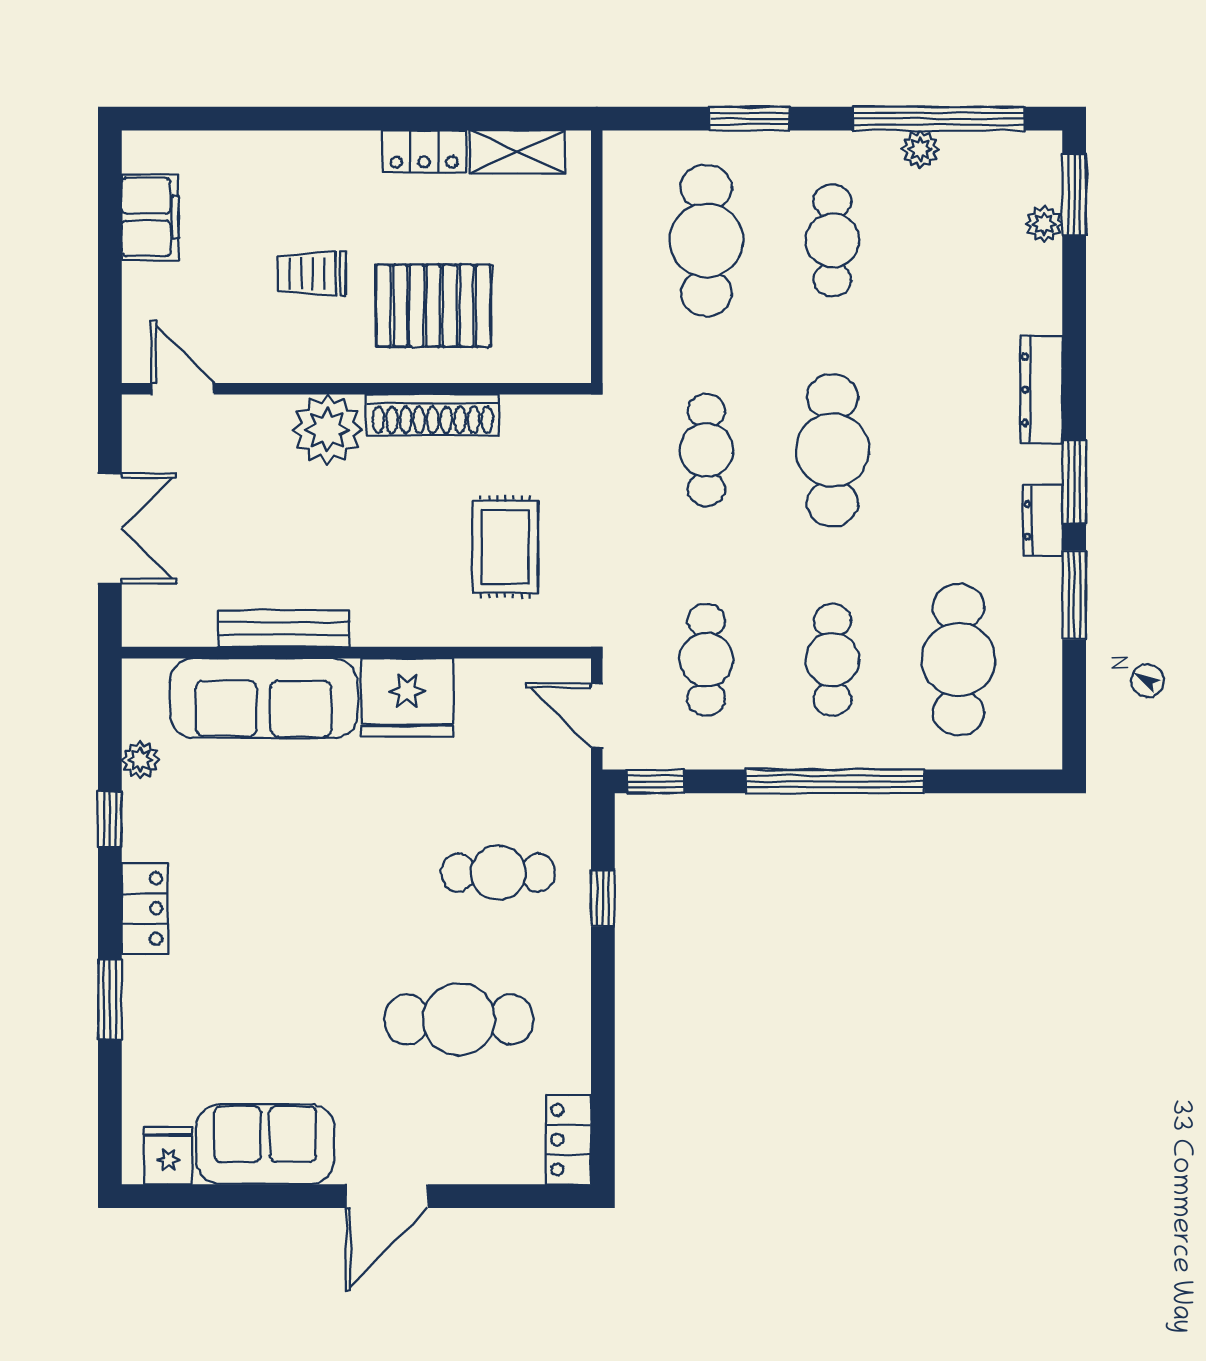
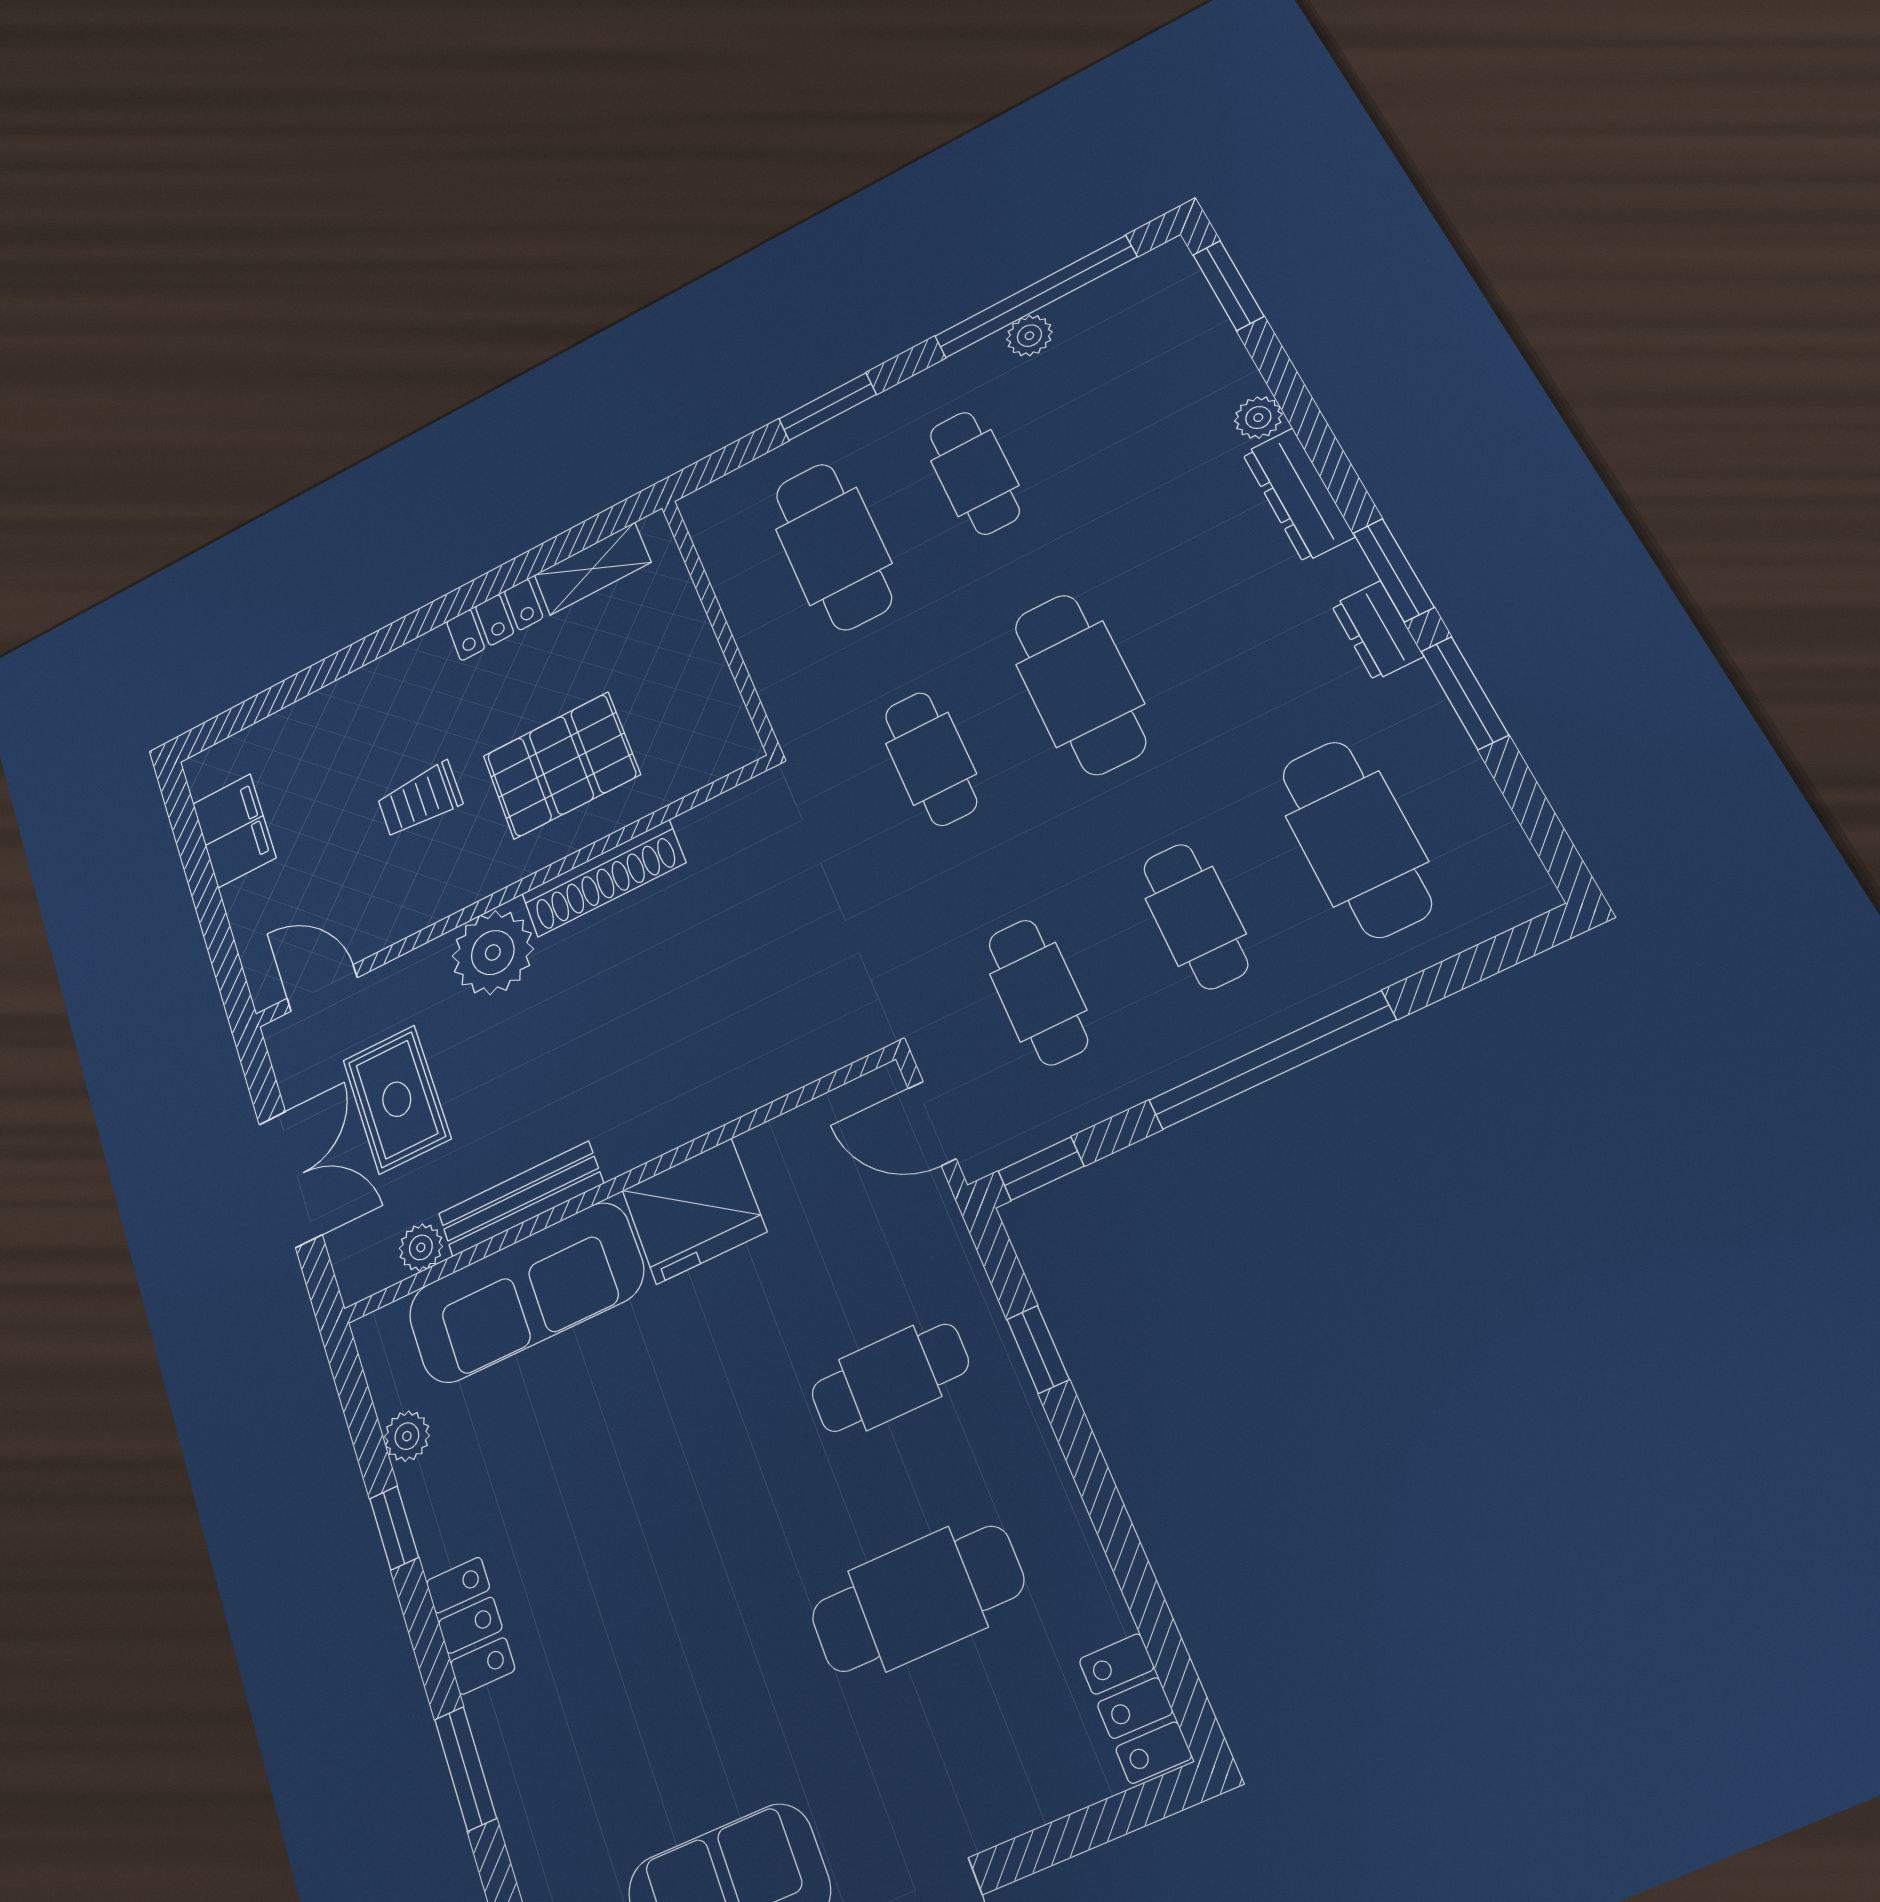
plant: (1044, 224) -> (1258, 418), moved
rug: (505, 547) -> (397, 1099), moved
plant: (196, 629) -> (421, 1247), added

